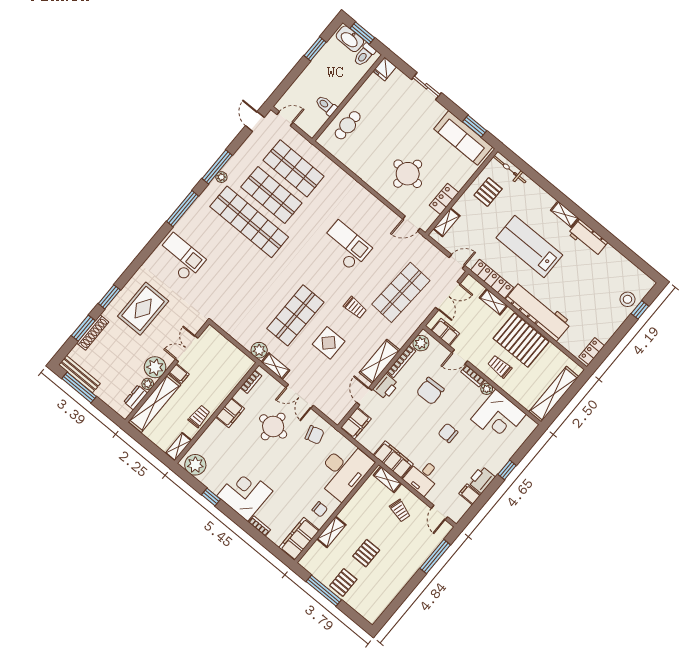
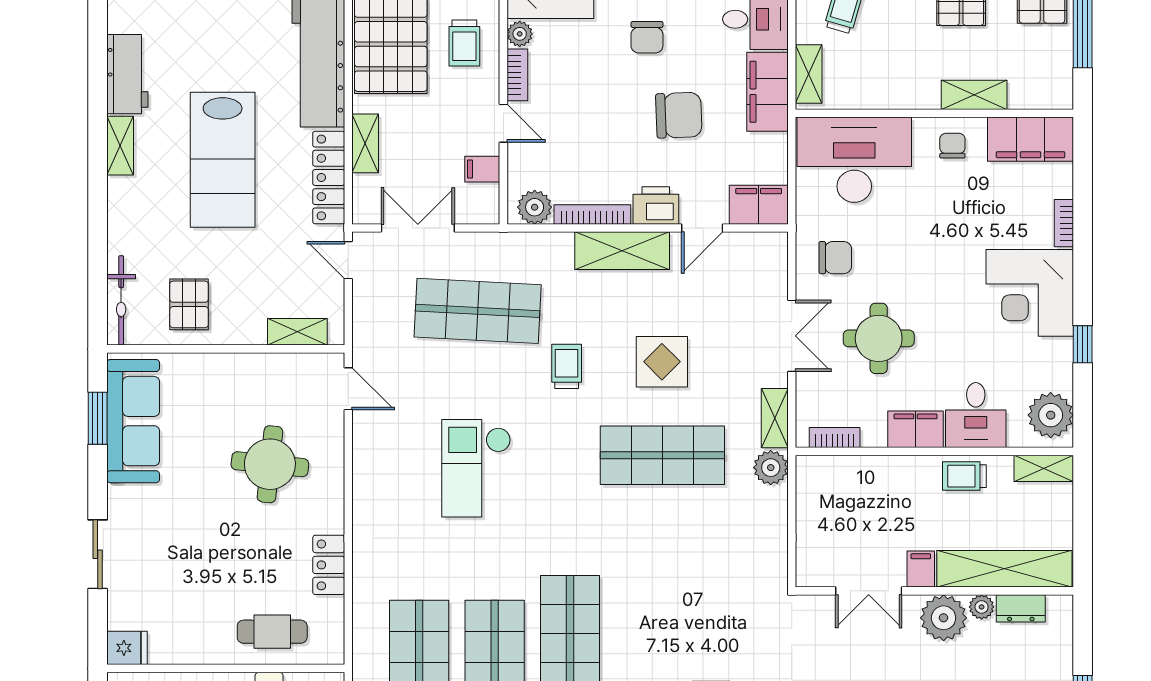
pallet: (488, 192) -> (189, 304), turned 90
locker: (444, 199) -> (329, 565), moved, turned 90
filing cabinet: (445, 332) -> (482, 169), width x0.50
chair: (430, 391) -> (679, 115), moved
chair: (315, 435) -> (835, 258), turned 106
desk: (217, 438) -> (976, 415), added

